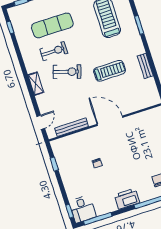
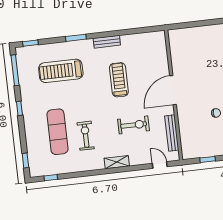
bench: (145, 66) -> (107, 42), moved
exercise bike: (67, 72) -> (134, 125), moved, turned 73

